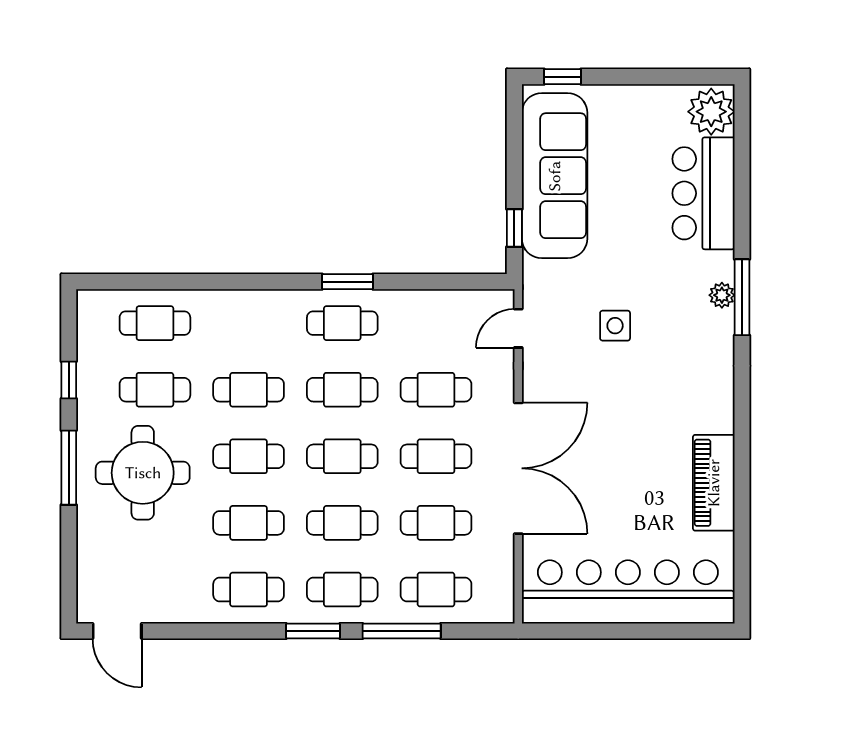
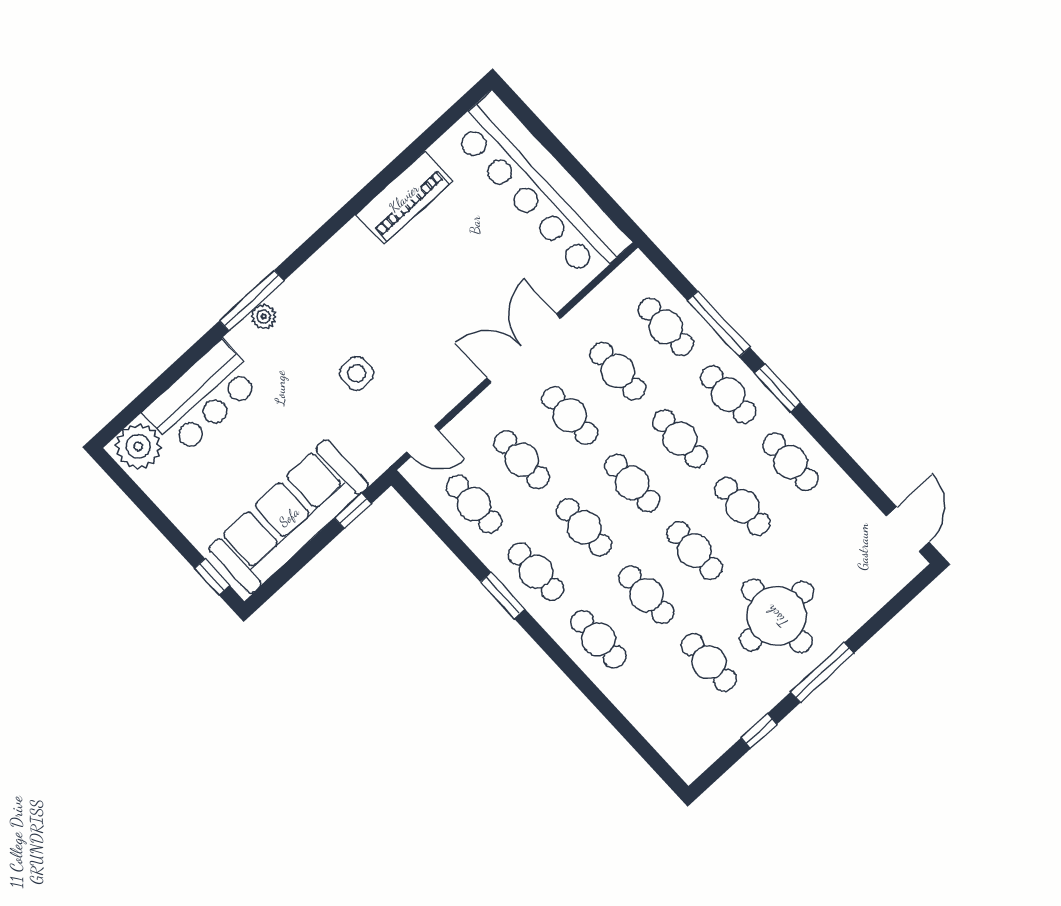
cafe table: (155, 323) -> (598, 639), moved
cafe table: (436, 323) -> (474, 504), added
double door: (518, 468) -> (524, 348), width x0.73

